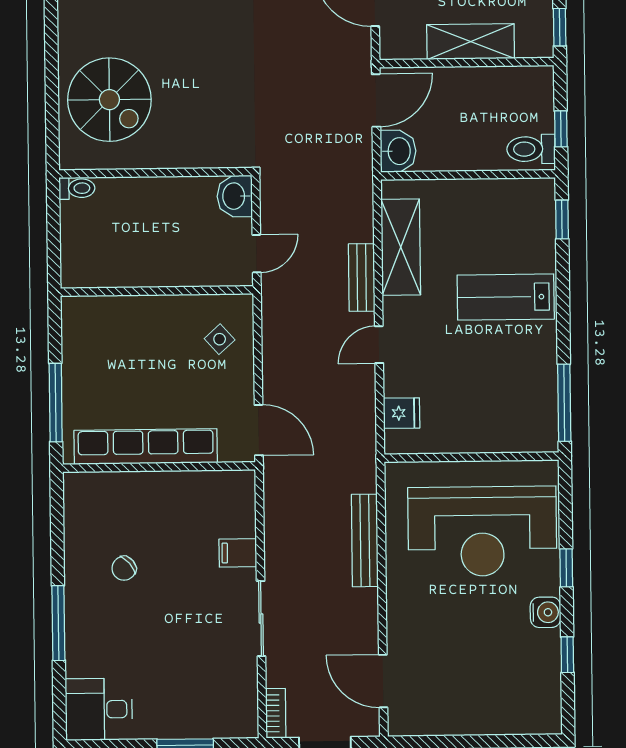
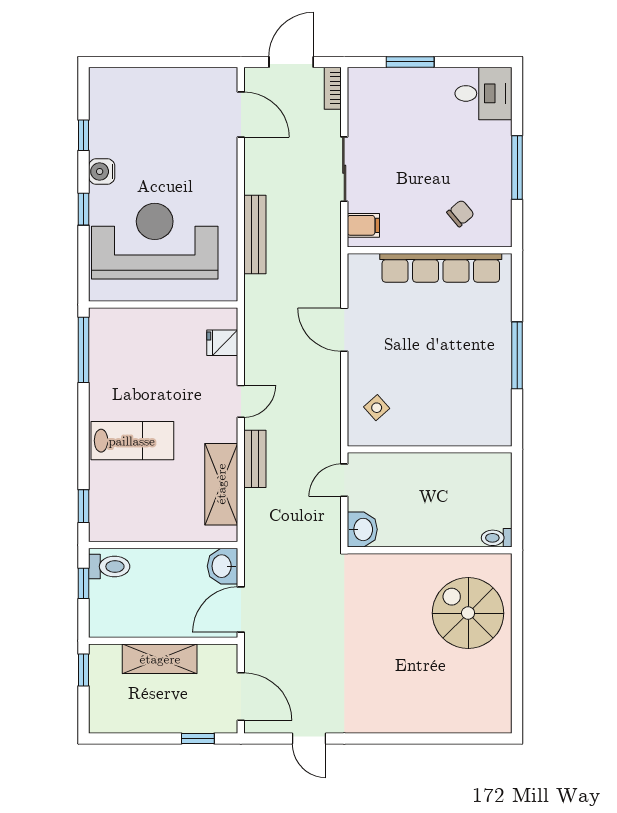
row of seats: (146, 447) -> (441, 268), moved
wall: (159, 467) -> (430, 250), moved

